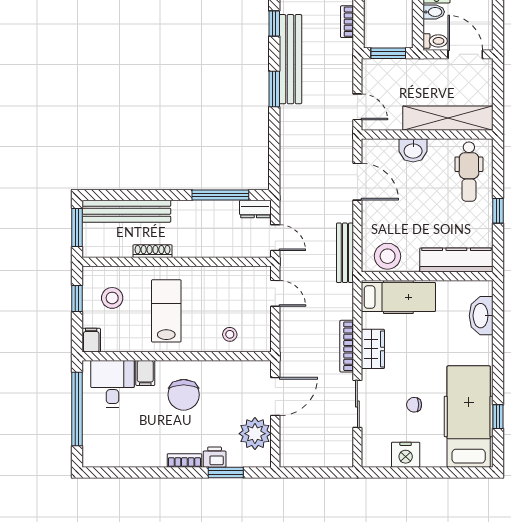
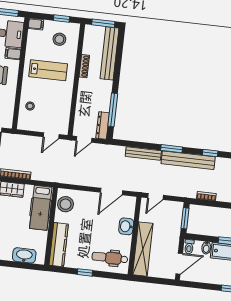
dresser: (255, 209) -> (103, 125), width x1.44
bench: (345, 253) -> (143, 154), moved

